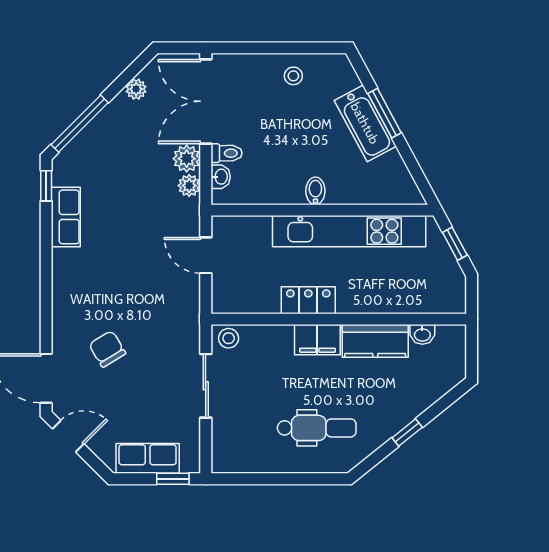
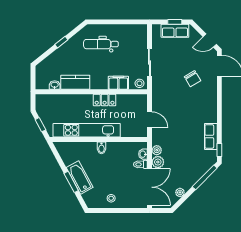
filing cabinet: (317, 340) -> (118, 83), moved
window: (173, 479) -> (175, 22), moved

